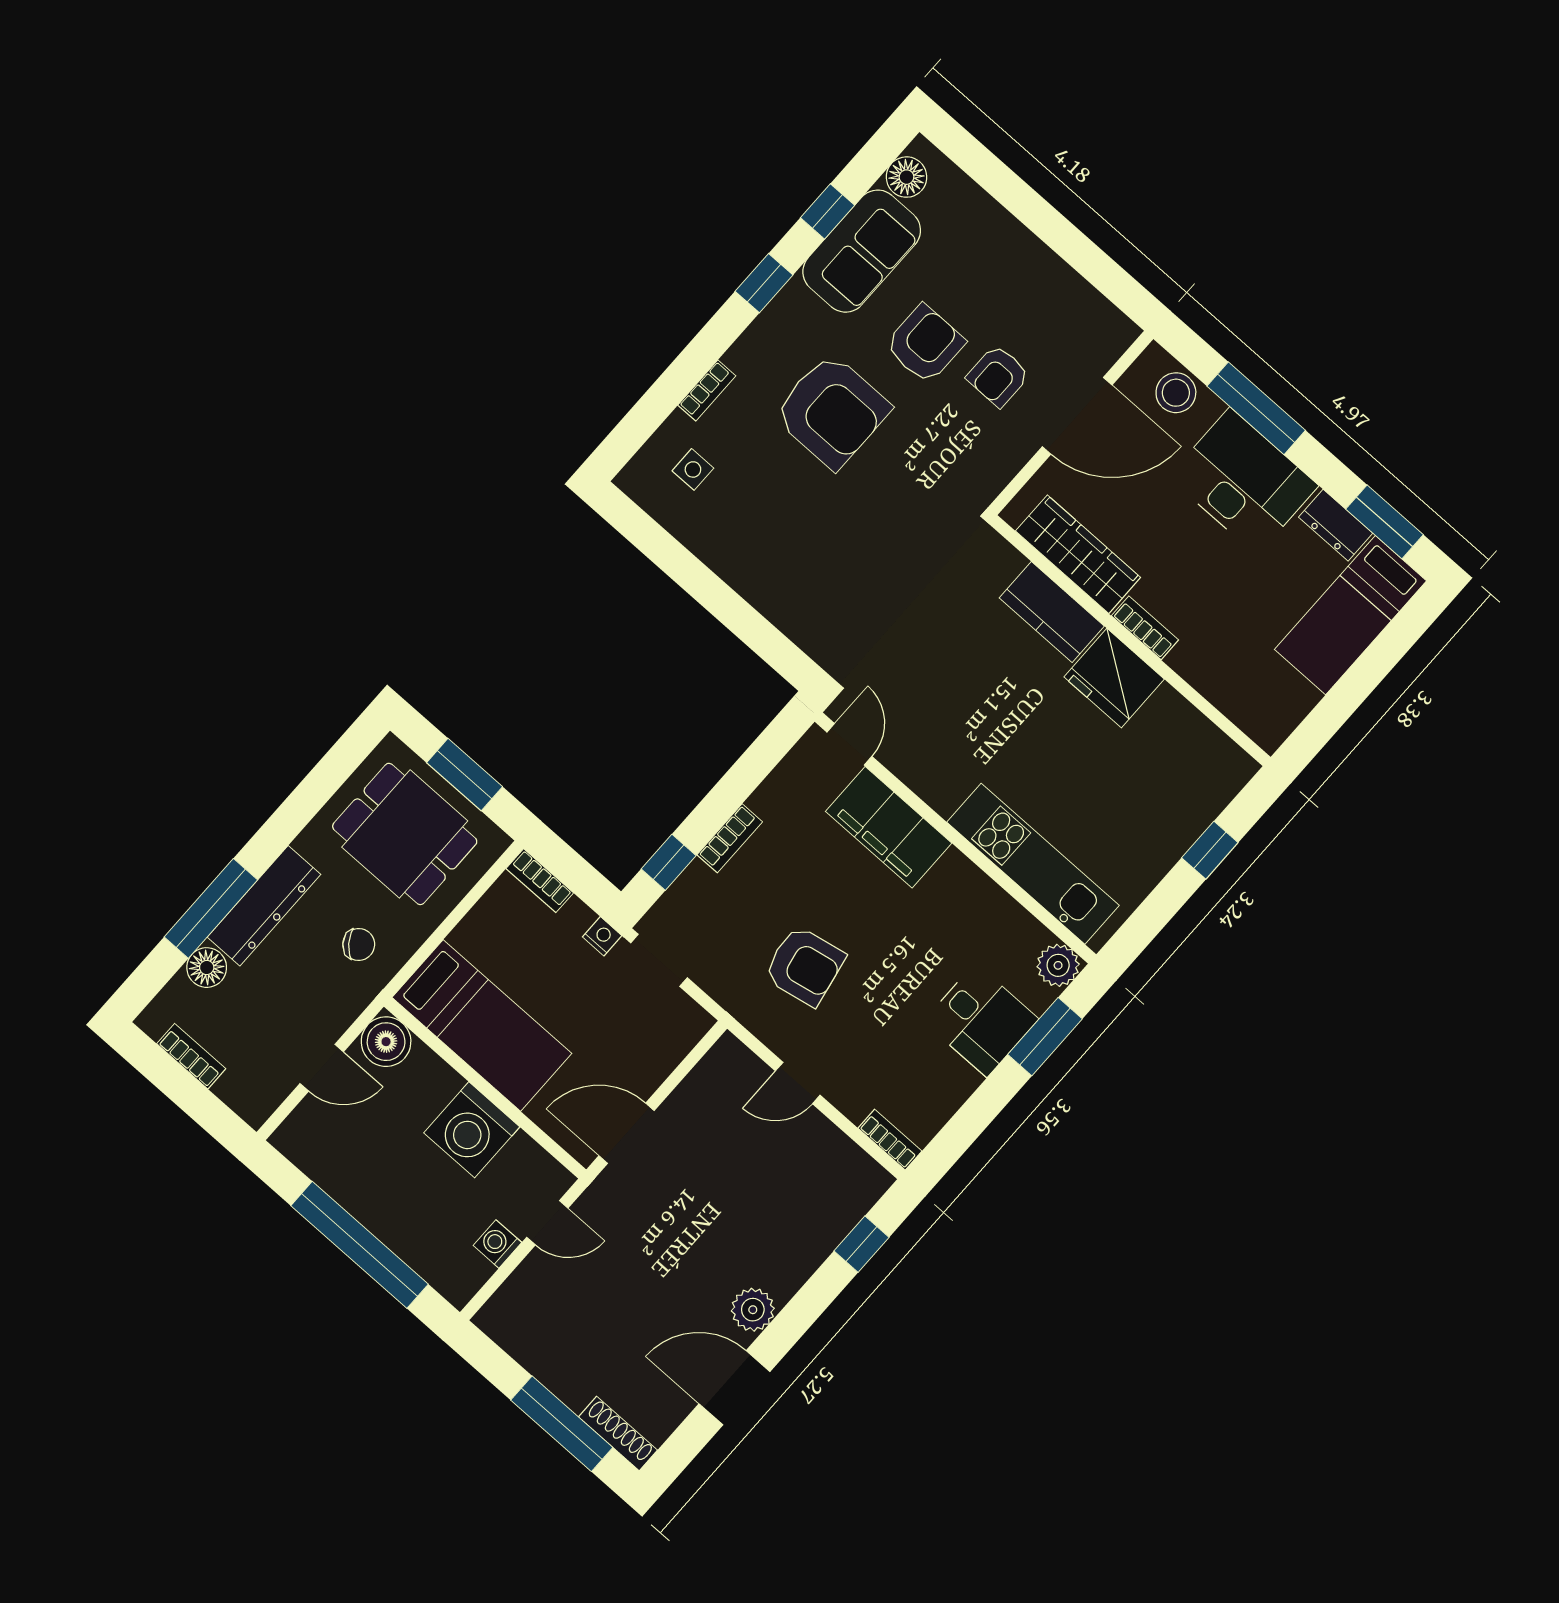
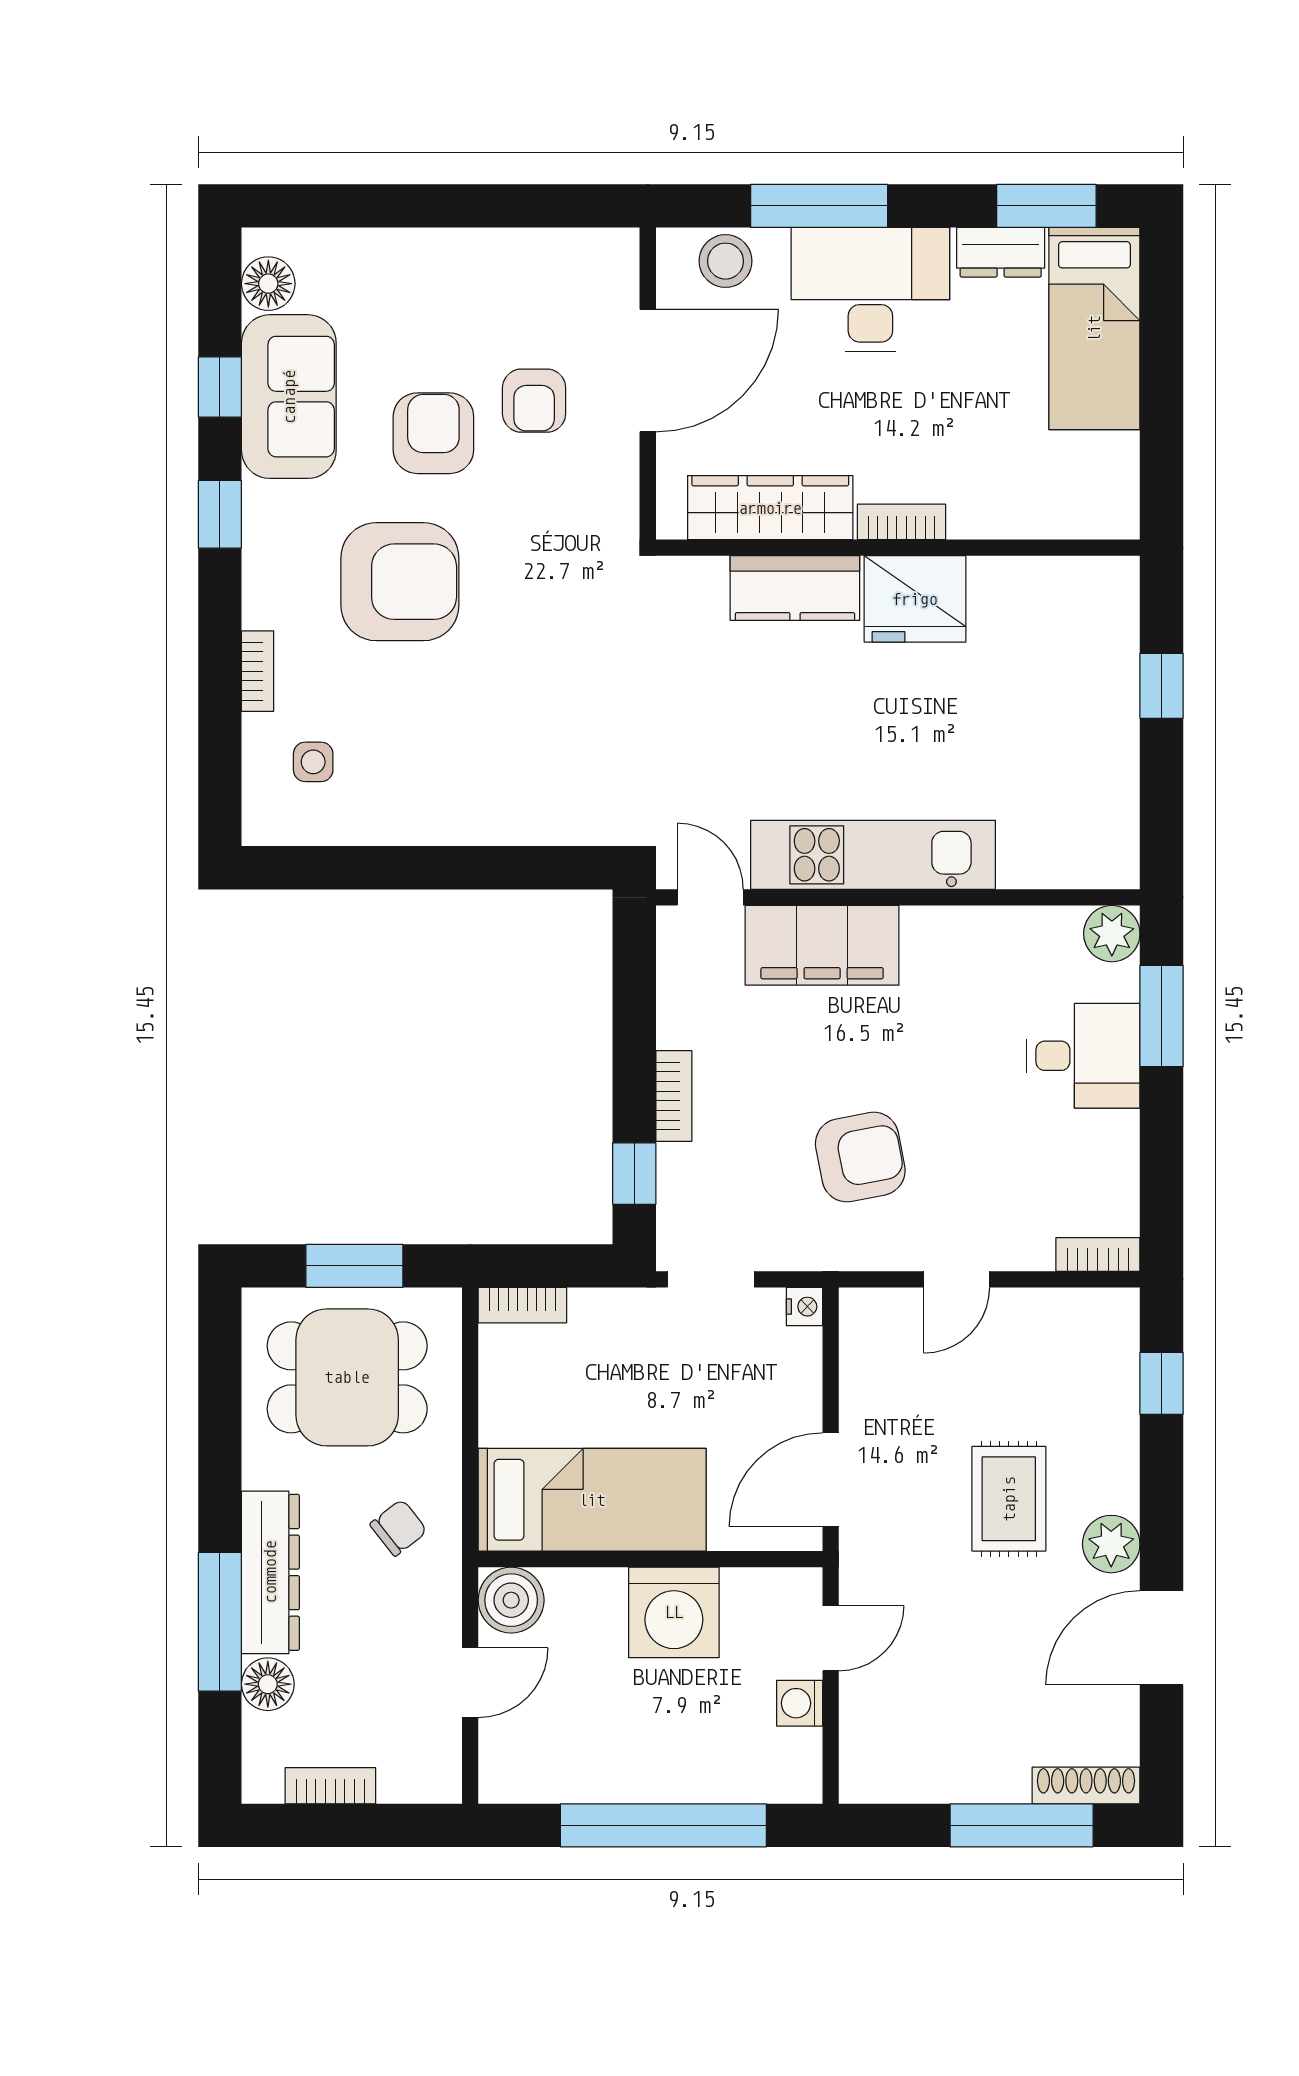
kitchen unit: (1033, 864) -> (873, 855), moved
nightstand: (602, 936) -> (804, 1307), moved, turned 90
rug: (718, 1233) -> (1009, 1499), added

